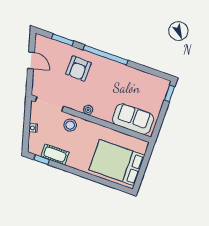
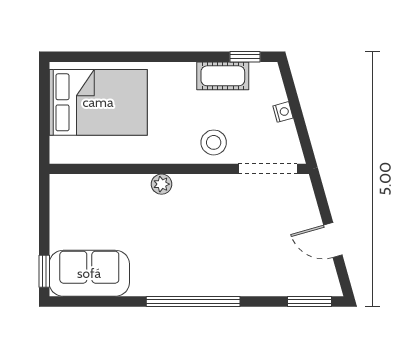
window: (63, 40) -> (309, 301), moved
armchair: (78, 69) -> (236, 257), removed
plant: (88, 110) -> (162, 184), moved
sofa: (133, 119) -> (89, 273), moved, turned 180

